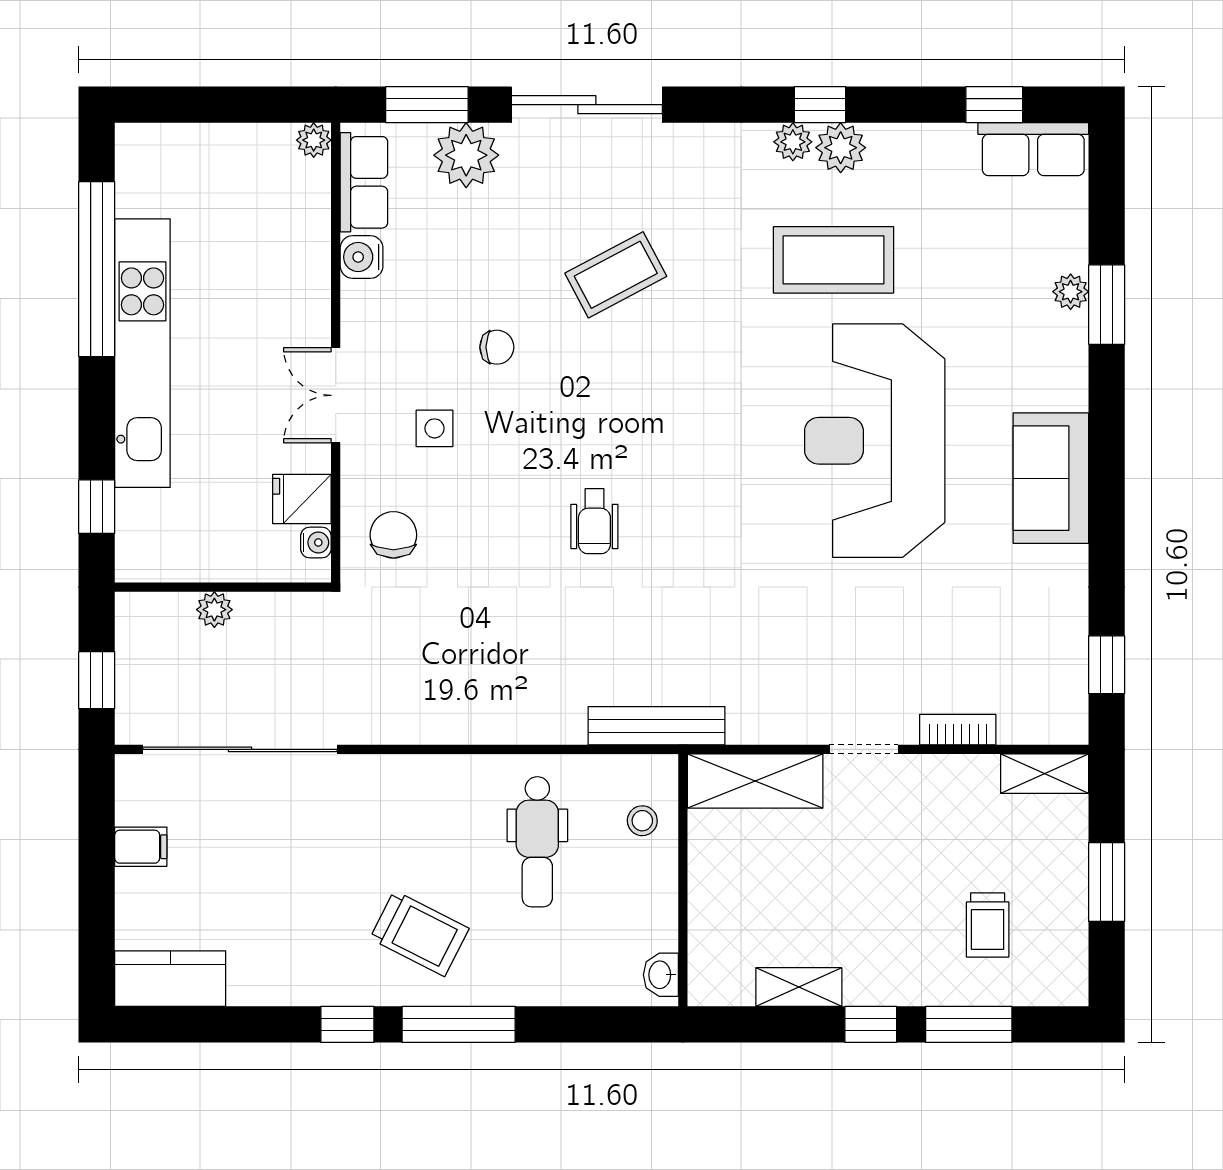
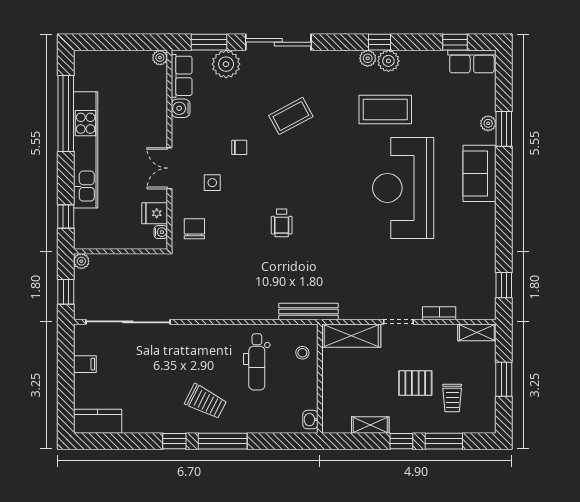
sofa: (1051, 478) -> (480, 173), moved
plant: (214, 610) -> (81, 261), moved
pallet: (903, 891) -> (415, 383), added

